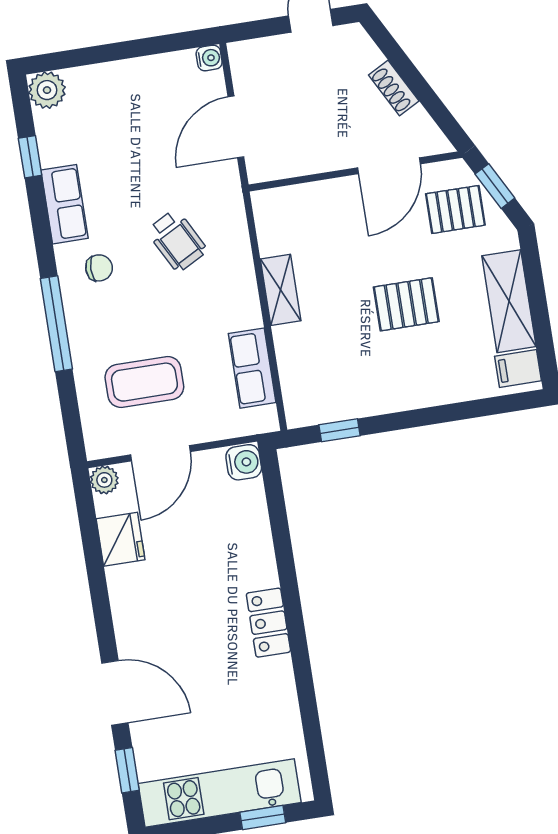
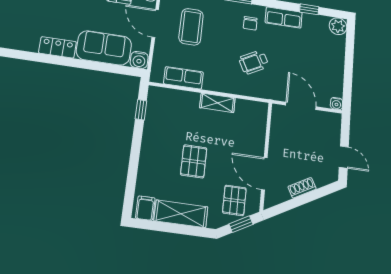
sofa: (241, 536) -> (104, 48), added

